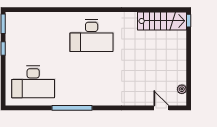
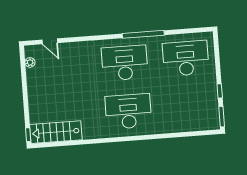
desk: (92, 82) -> (125, 63), added

